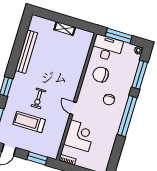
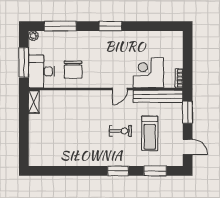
shelving: (65, 29) -> (34, 102), moved
bench: (26, 52) -> (158, 96), moved
chair: (109, 100) -> (98, 52), removed
window: (127, 116) -> (110, 26), width x0.47

